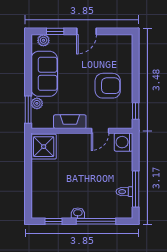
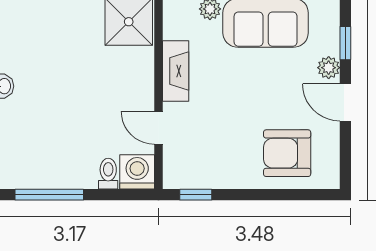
plant: (43, 40) -> (329, 68), moved
armchair: (108, 86) -> (287, 153), moved, turned 90
toilet: (124, 192) -> (108, 174), moved

